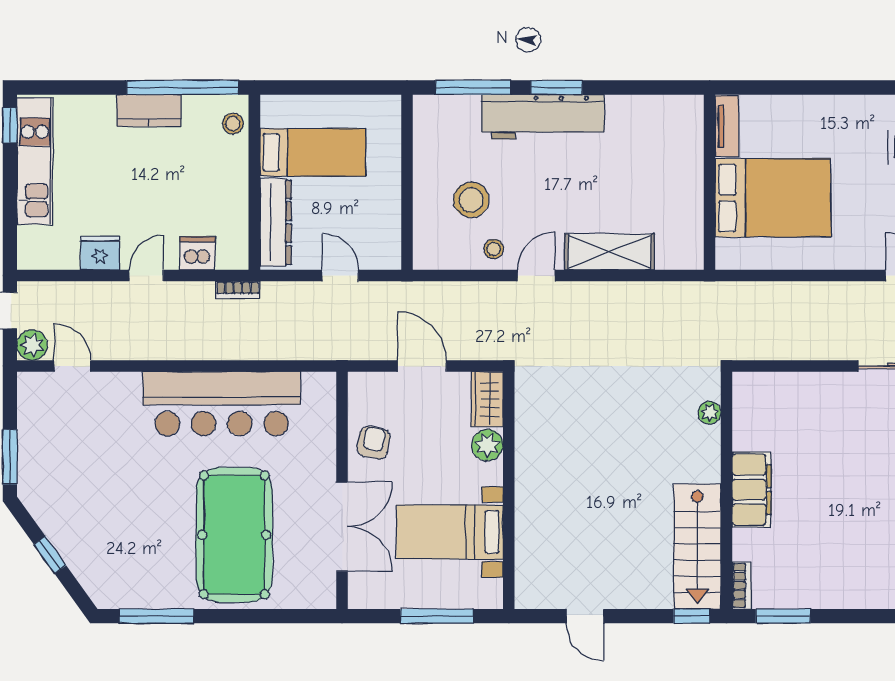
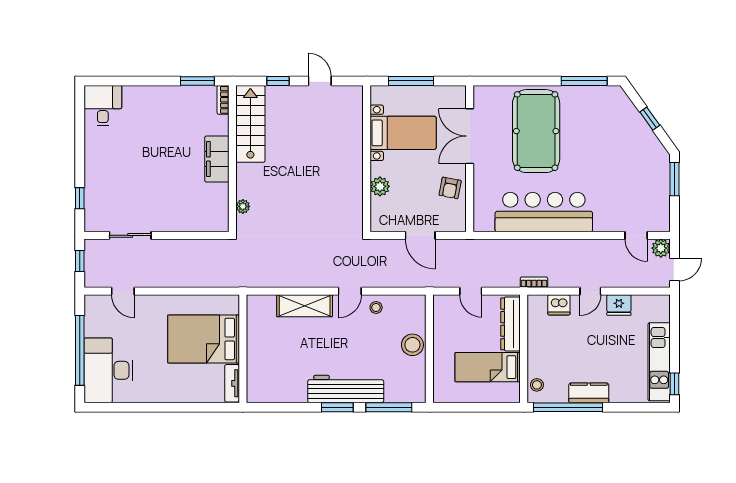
stool: (471, 200) -> (412, 345), moved
wardrobe: (487, 399) -> (380, 215), removed
window: (692, 616) -> (278, 81), moved

